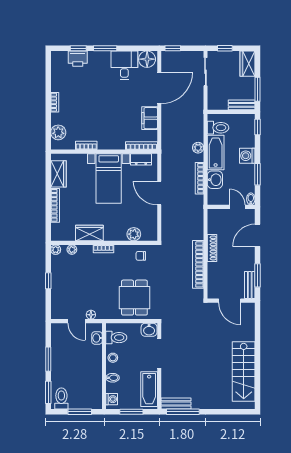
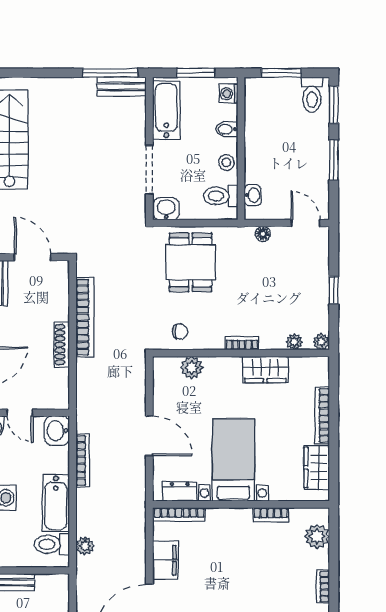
plant: (198, 148) -> (85, 546), moved
washbasin: (215, 180) -> (57, 431), moved
door: (76, 321) -> (305, 223), moved

